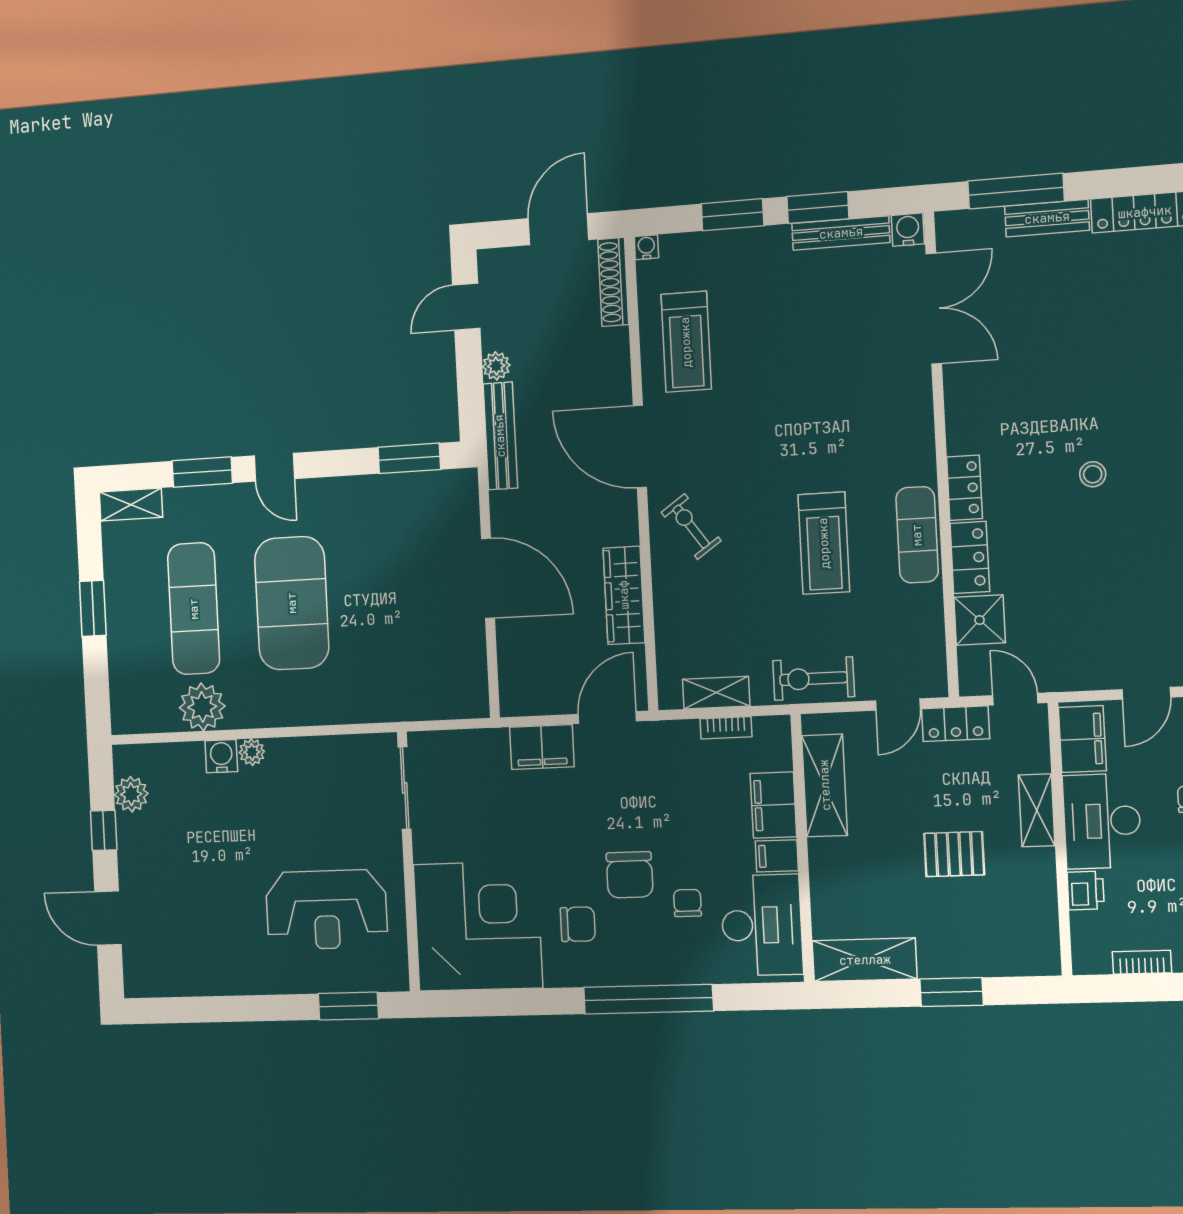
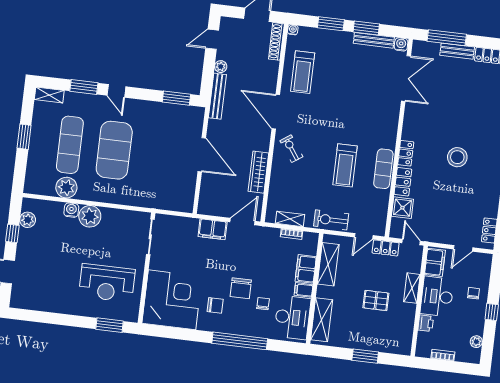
stool: (1093, 474) -> (457, 157), width x1.89, depth x1.89
plant: (252, 752) -> (90, 216), width x1.87, depth x1.87
shelving: (865, 960) -> (322, 320), moved, turned 90

